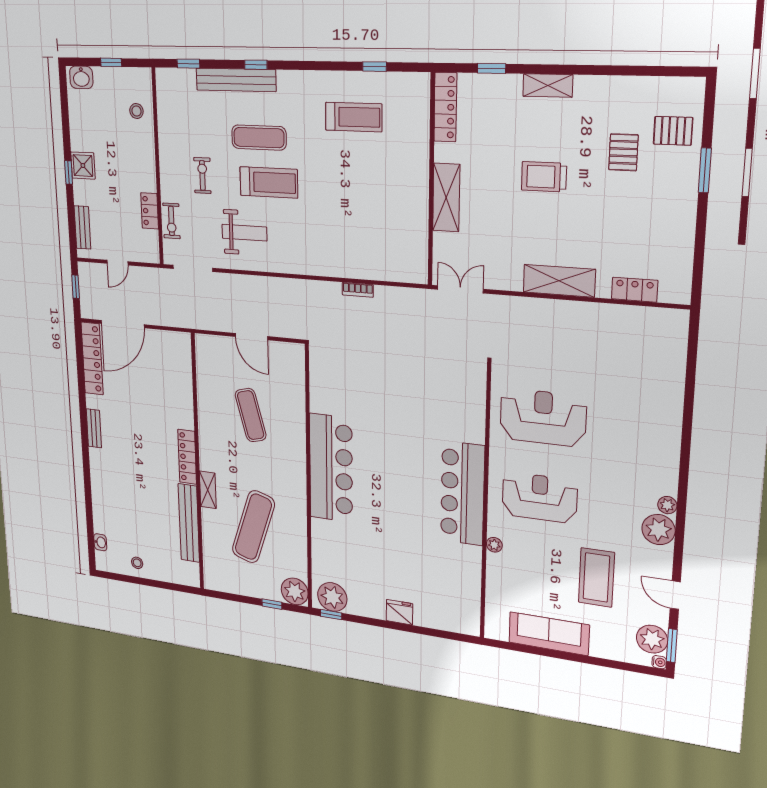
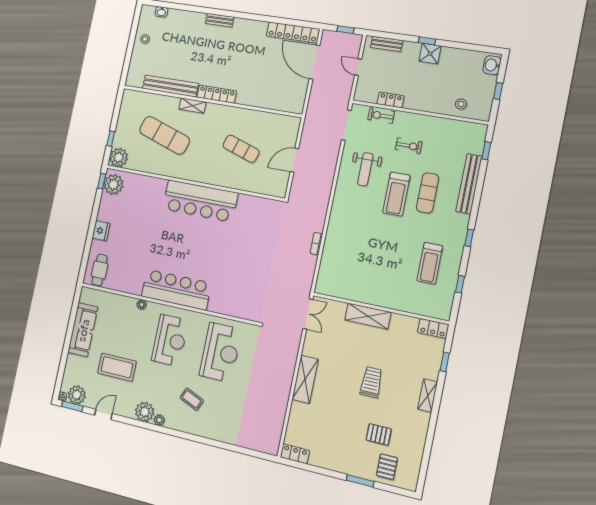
window: (256, 65) -> (469, 238), moved
locker: (445, 107) -> (433, 328), width x0.66
locker: (635, 290) -> (295, 454), moved, turned -90
exercise mat: (251, 415) -> (241, 149), turned 33
bench: (94, 428) -> (220, 20), moved
coffee table: (624, 456) -> (192, 399), added
cafe table: (456, 612) -> (100, 270), added

